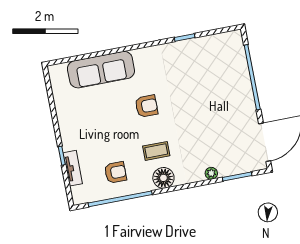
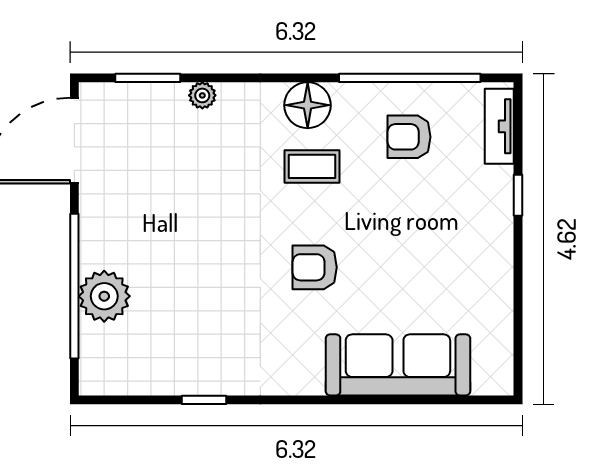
plant: (238, 75) -> (104, 296), added
tv unit: (73, 168) -> (499, 126), moved

